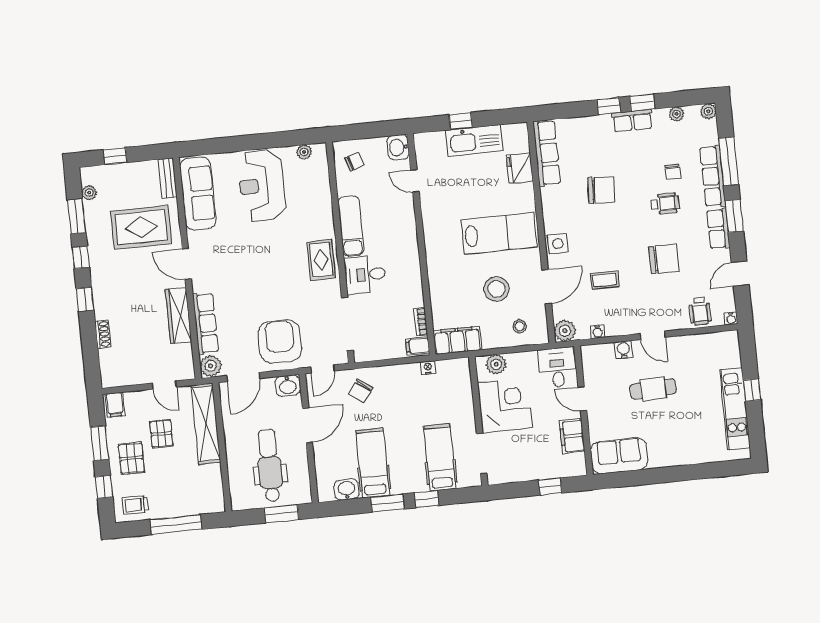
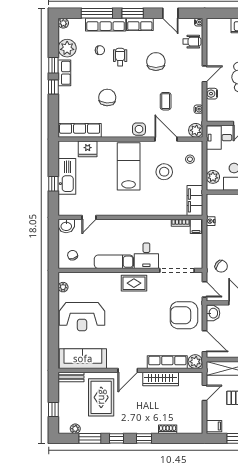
plant: (676, 114) -> (67, 48), width x1.87, depth x1.87

